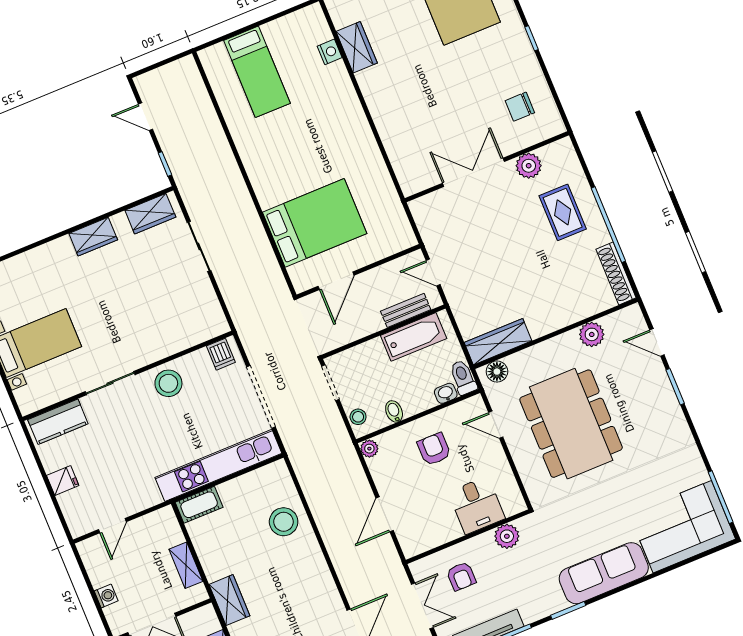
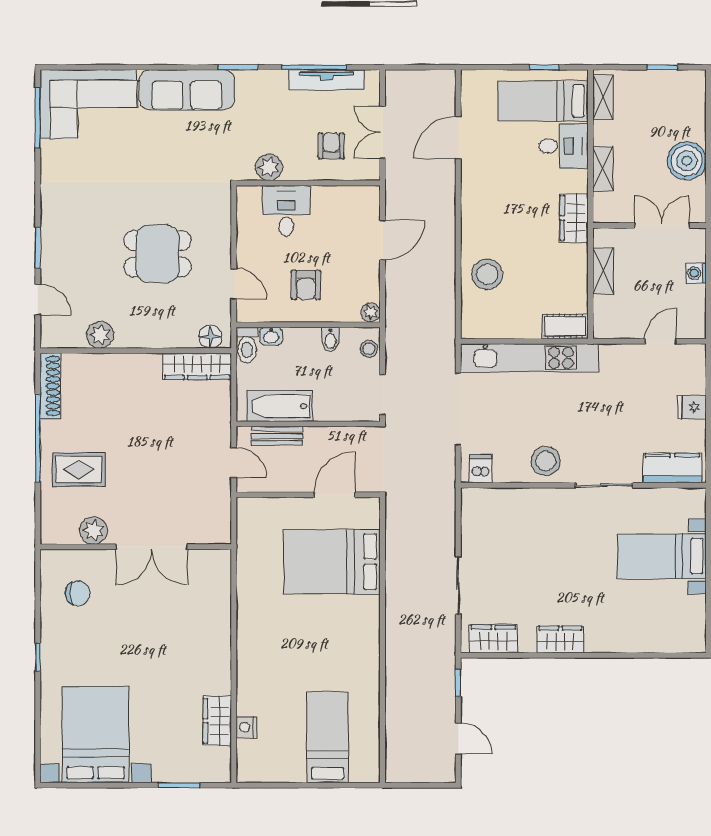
rug: (563, 212) -> (79, 470), turned 90
dining table: (571, 424) -> (158, 254), width x0.53, depth x0.80

